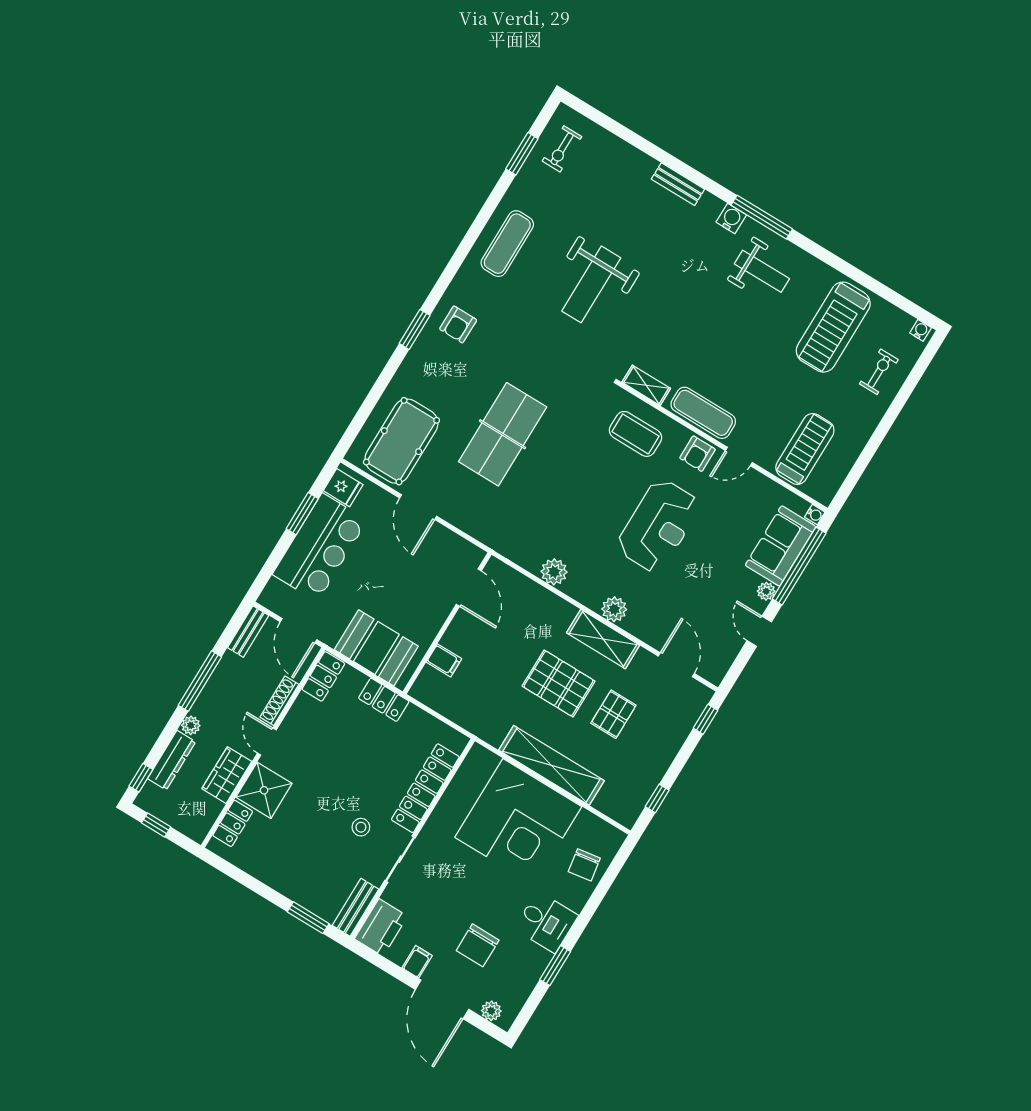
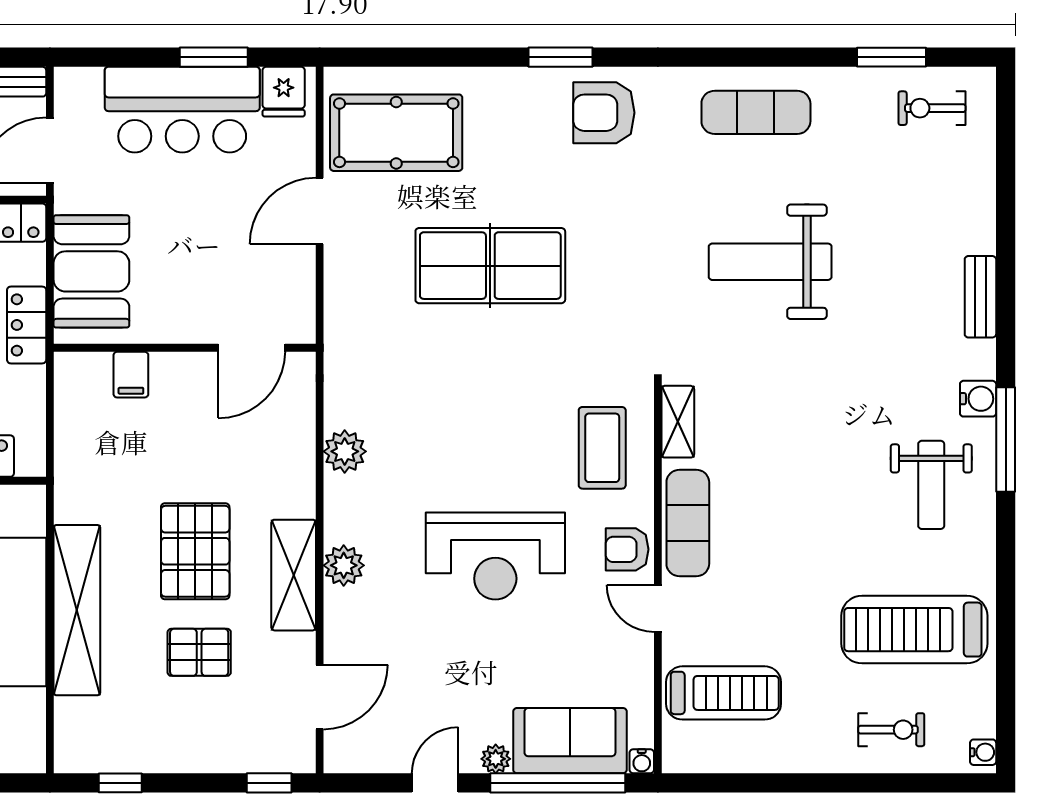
armchair: (458, 324) -> (604, 113), width x1.38, depth x1.38

